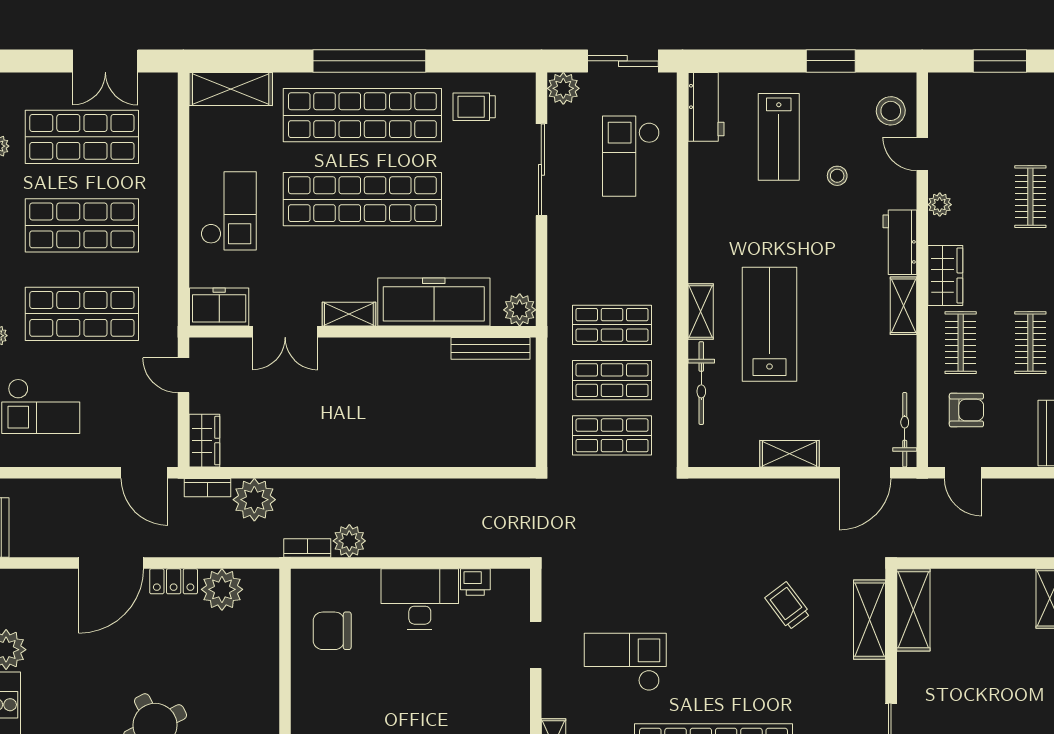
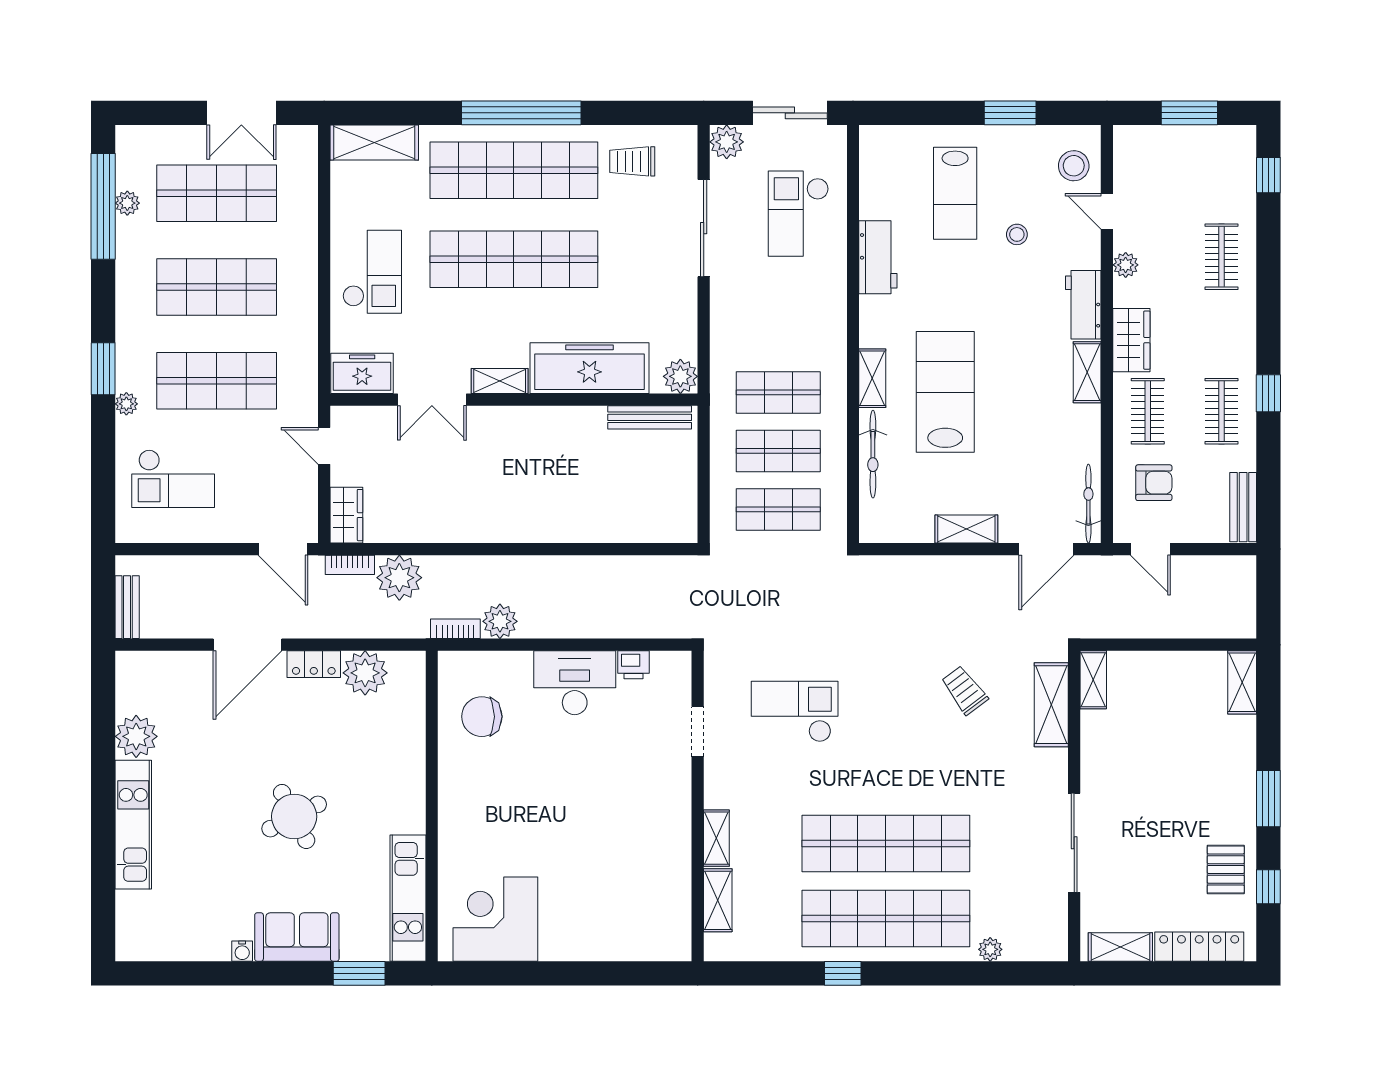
workbench: (706, 107) -> (878, 257), moved
shelving: (913, 610) -> (1093, 680), width x0.67, depth x0.75
checkout: (625, 662) -> (795, 711), moved

